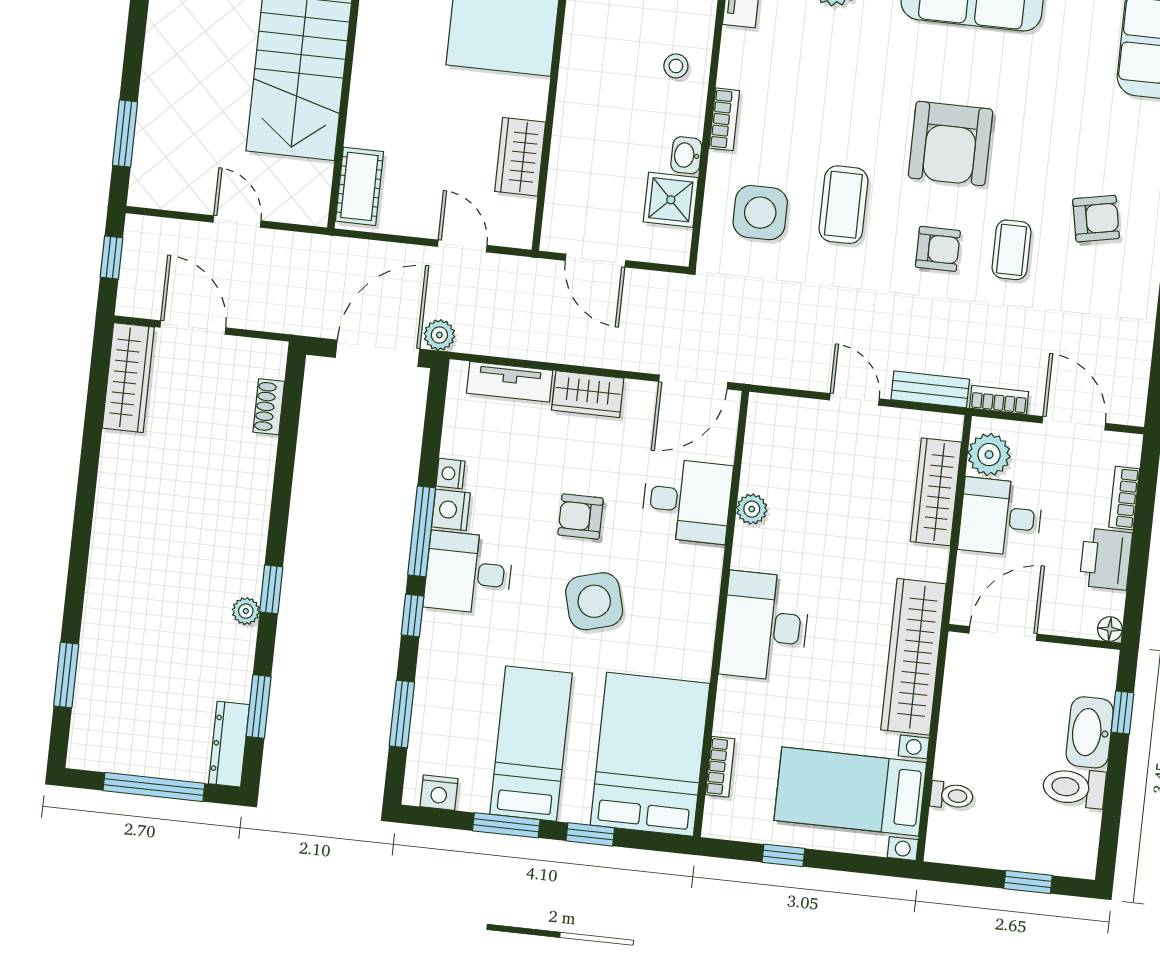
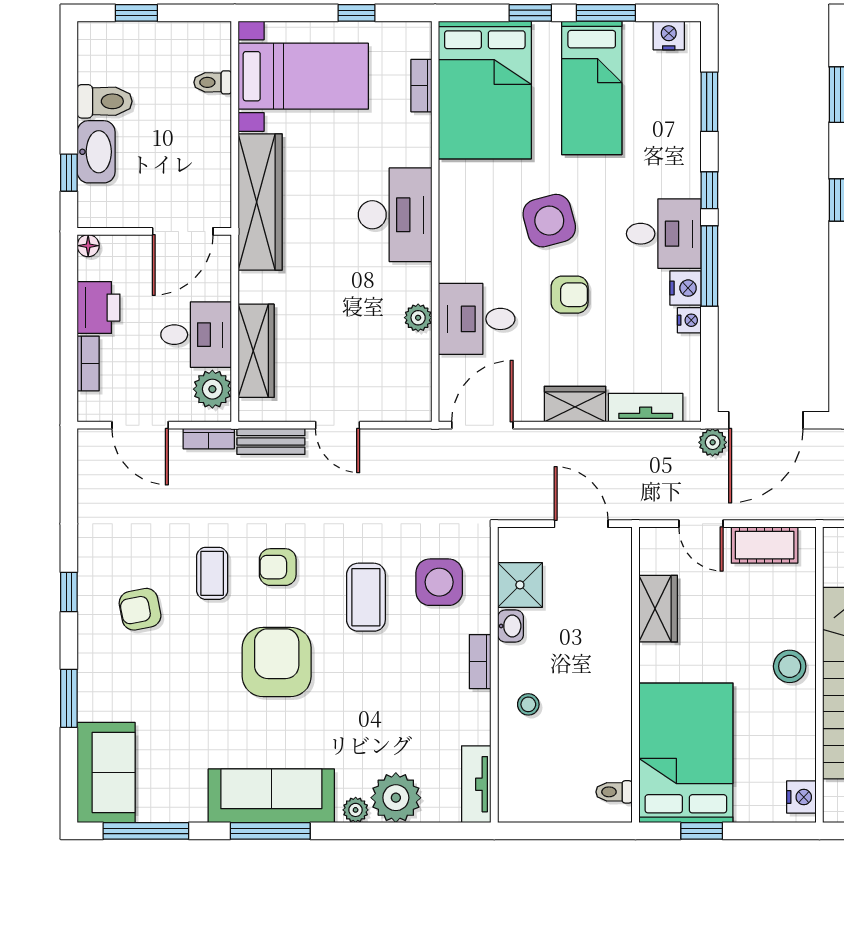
stool: (381, 77) -> (790, 666), added
cot: (359, 186) -> (765, 545), moved, turned 90

